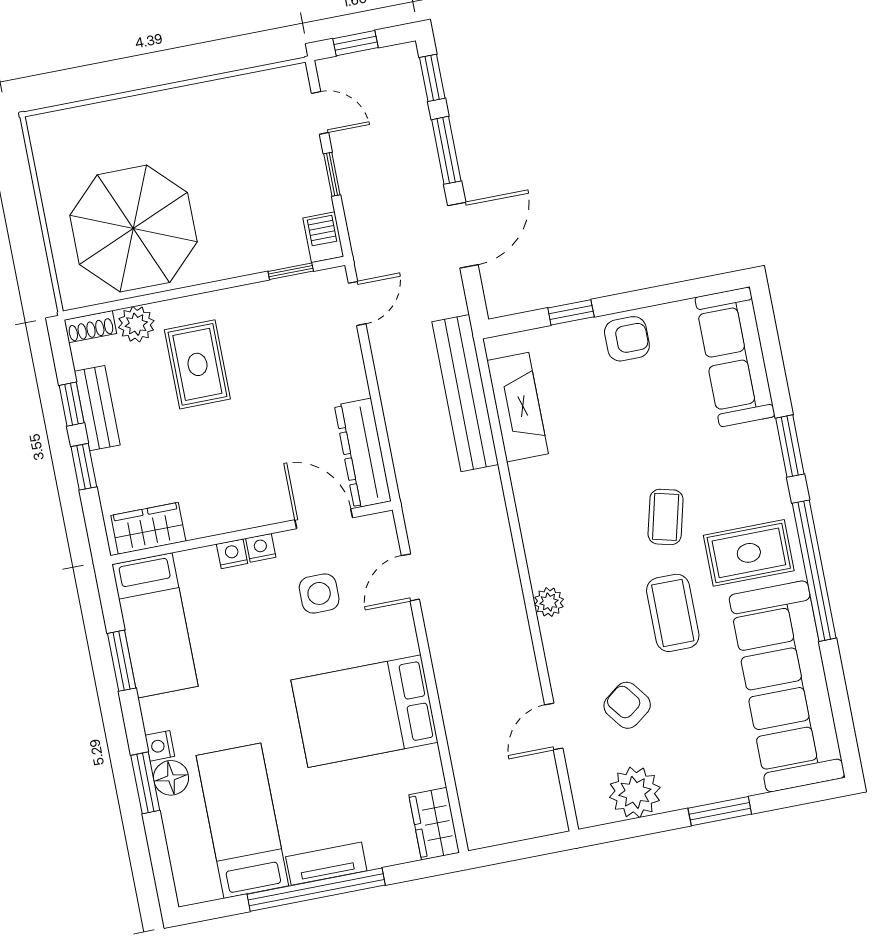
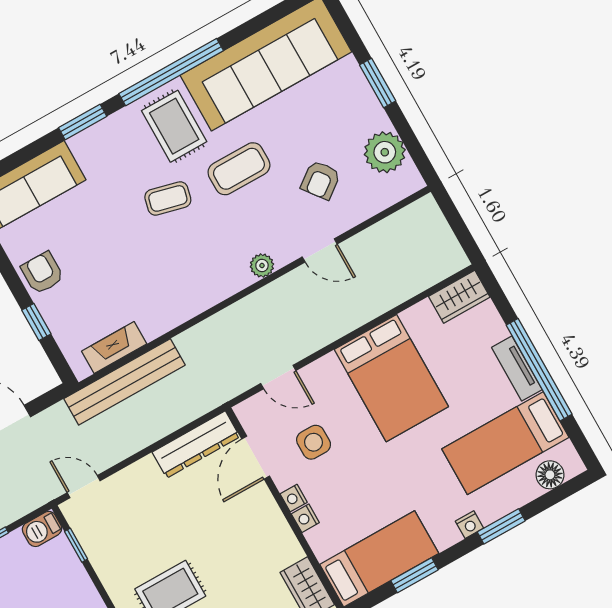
fireplace: (518, 407) -> (114, 348), width x0.73, depth x0.76
door: (554, 727) -> (320, 250), moved
floor lamp: (171, 778) -> (550, 475), moved

